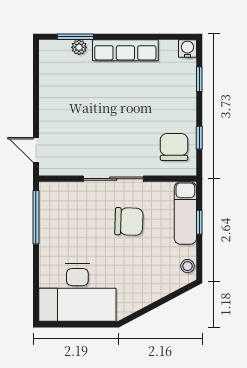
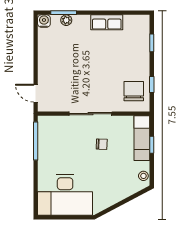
water cooler: (187, 48) -> (44, 21), moved
row of seats: (125, 50) -> (107, 22), width x0.68
chair: (129, 221) -> (102, 144), width x0.54, depth x0.54

